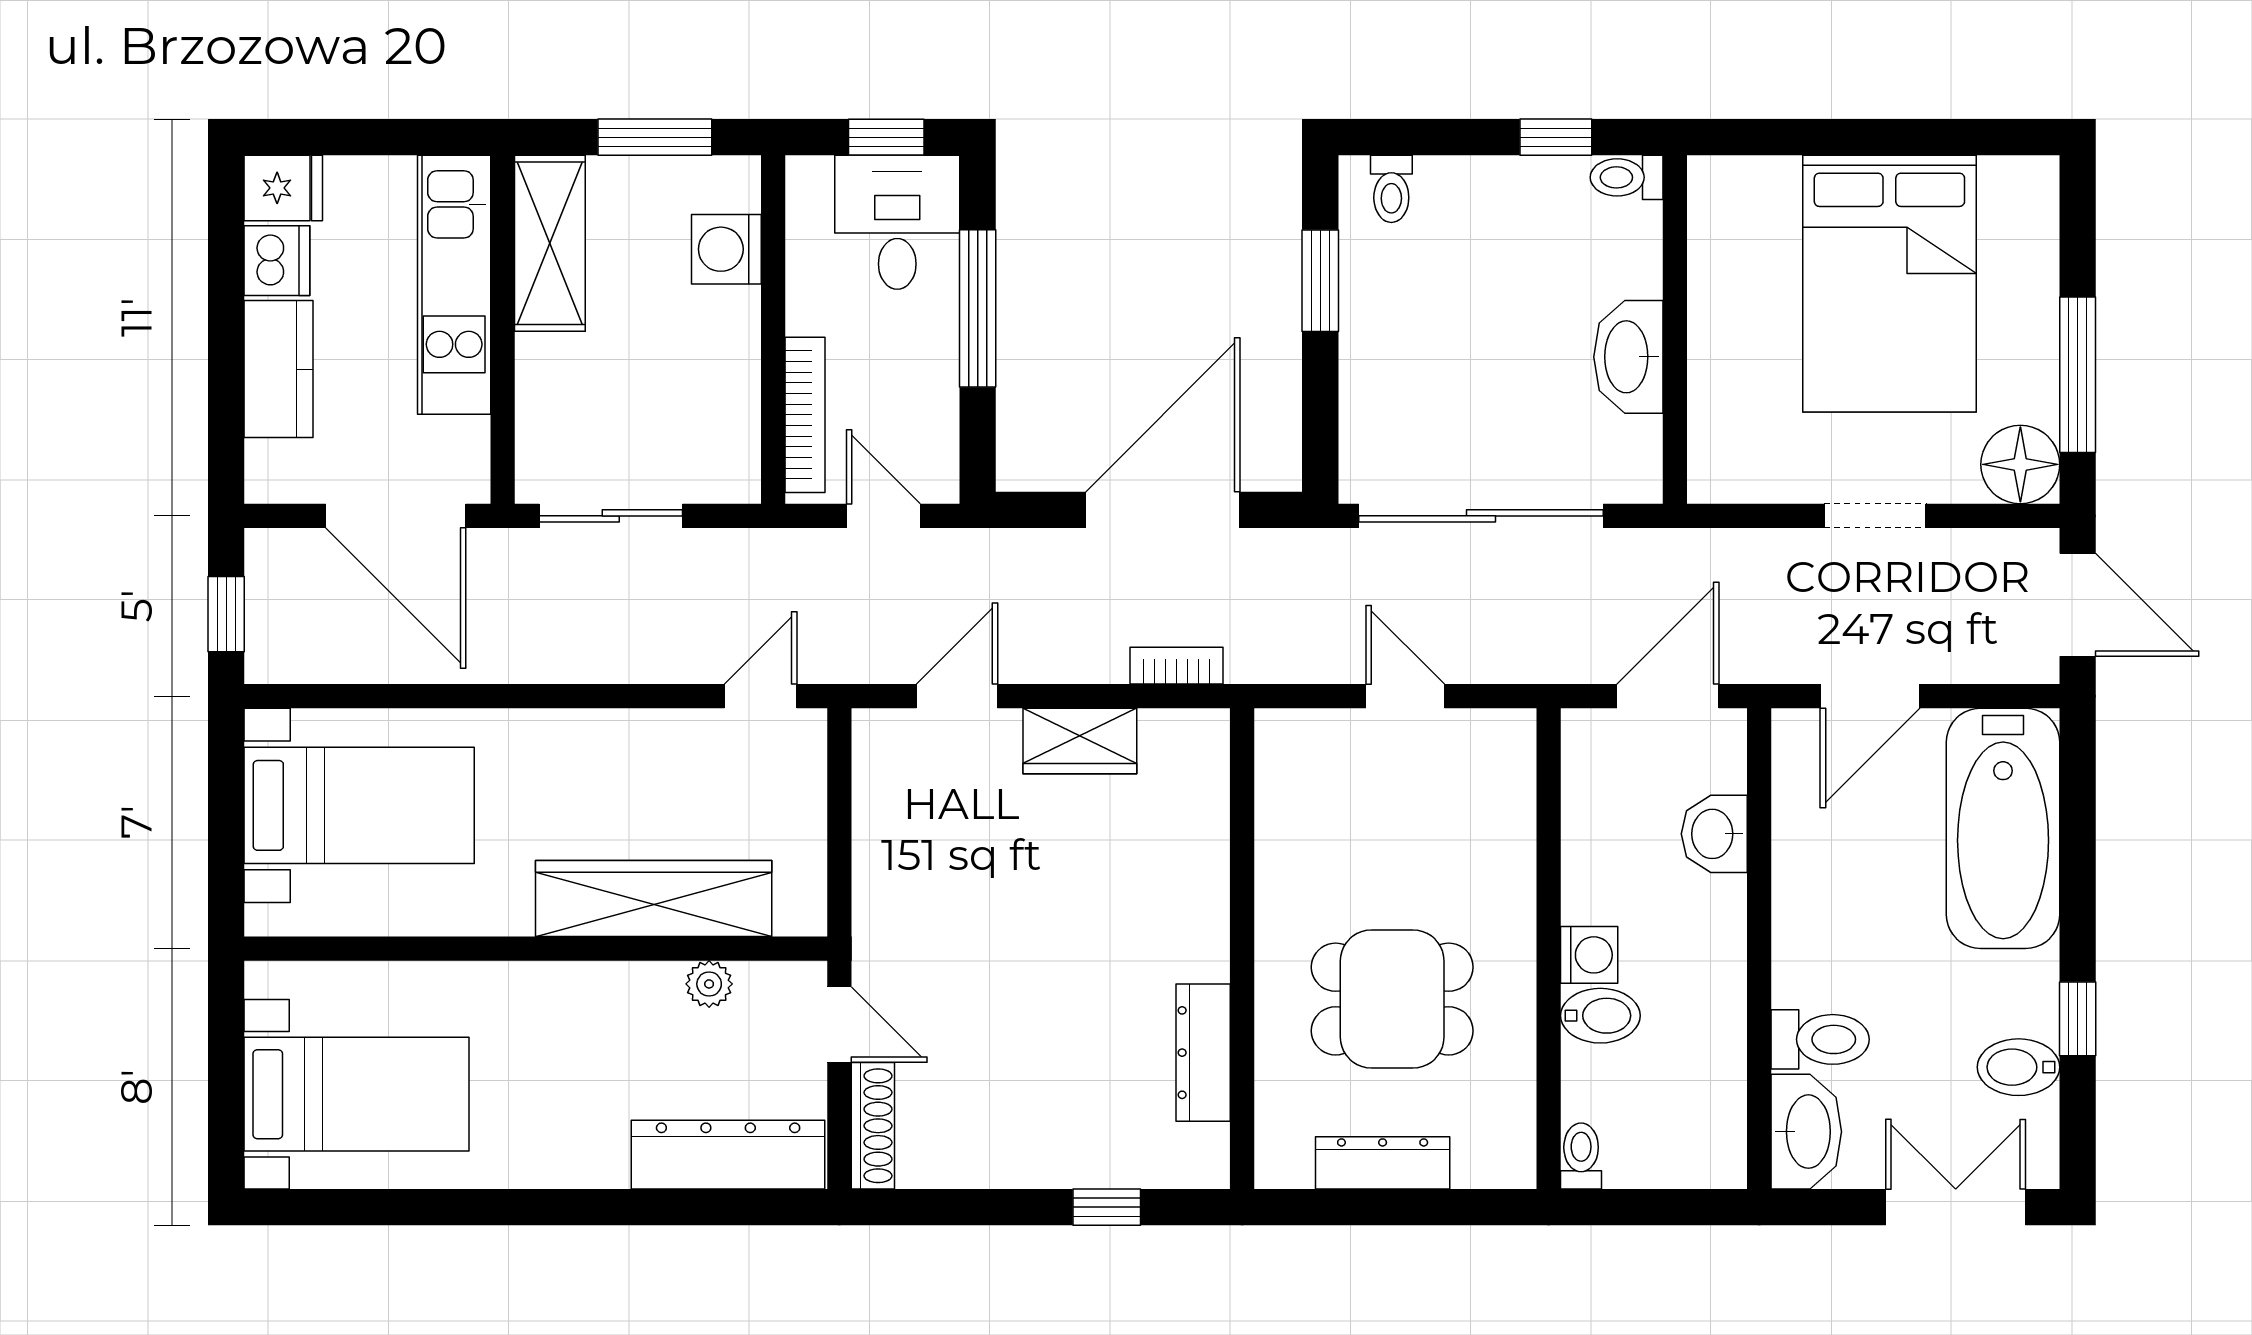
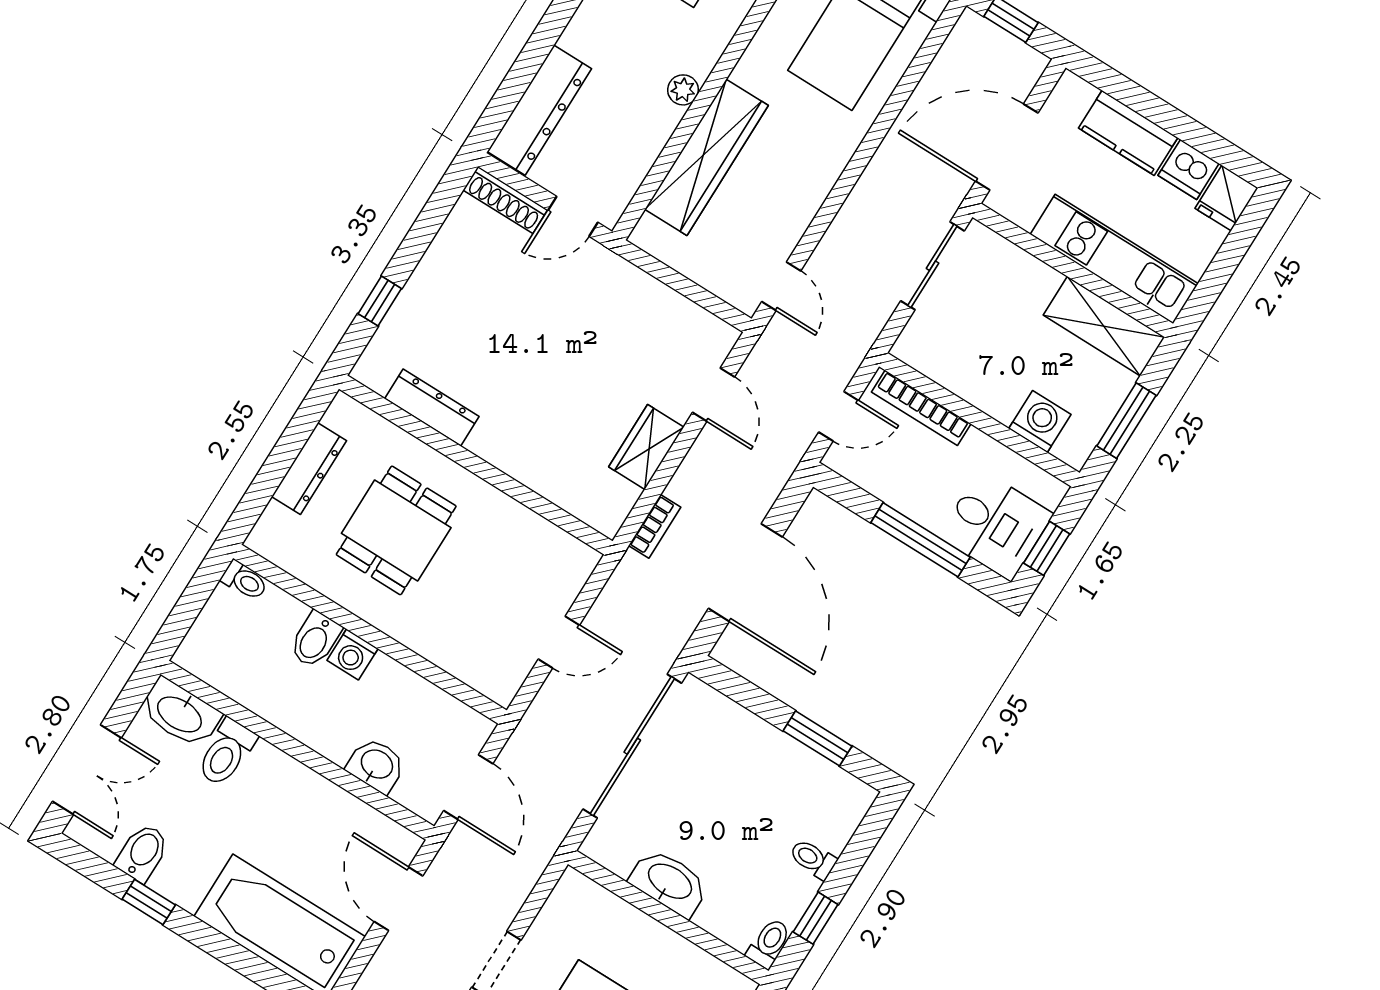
toilet: (1391, 189) -> (813, 859), moved
plant: (709, 984) -> (683, 90), moved

